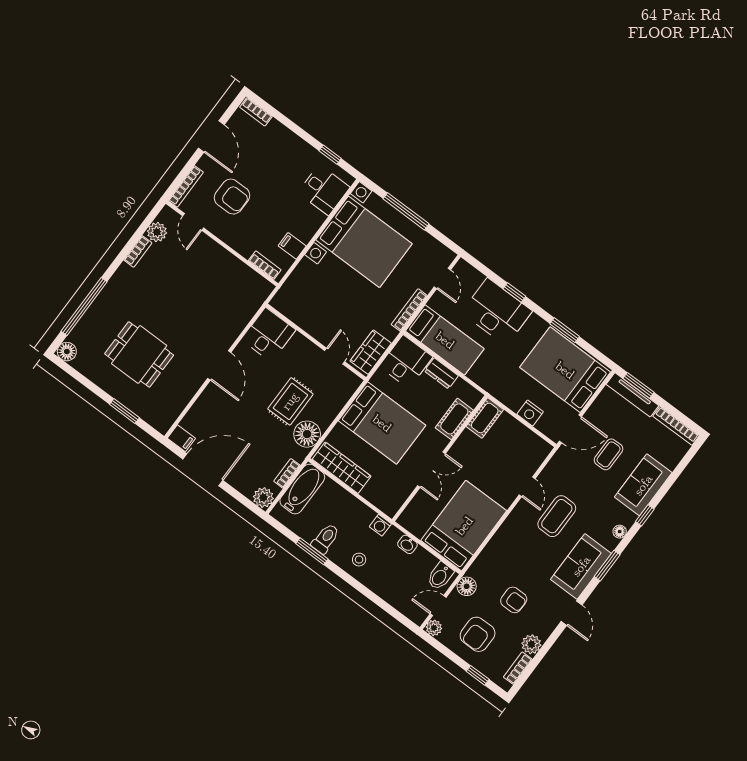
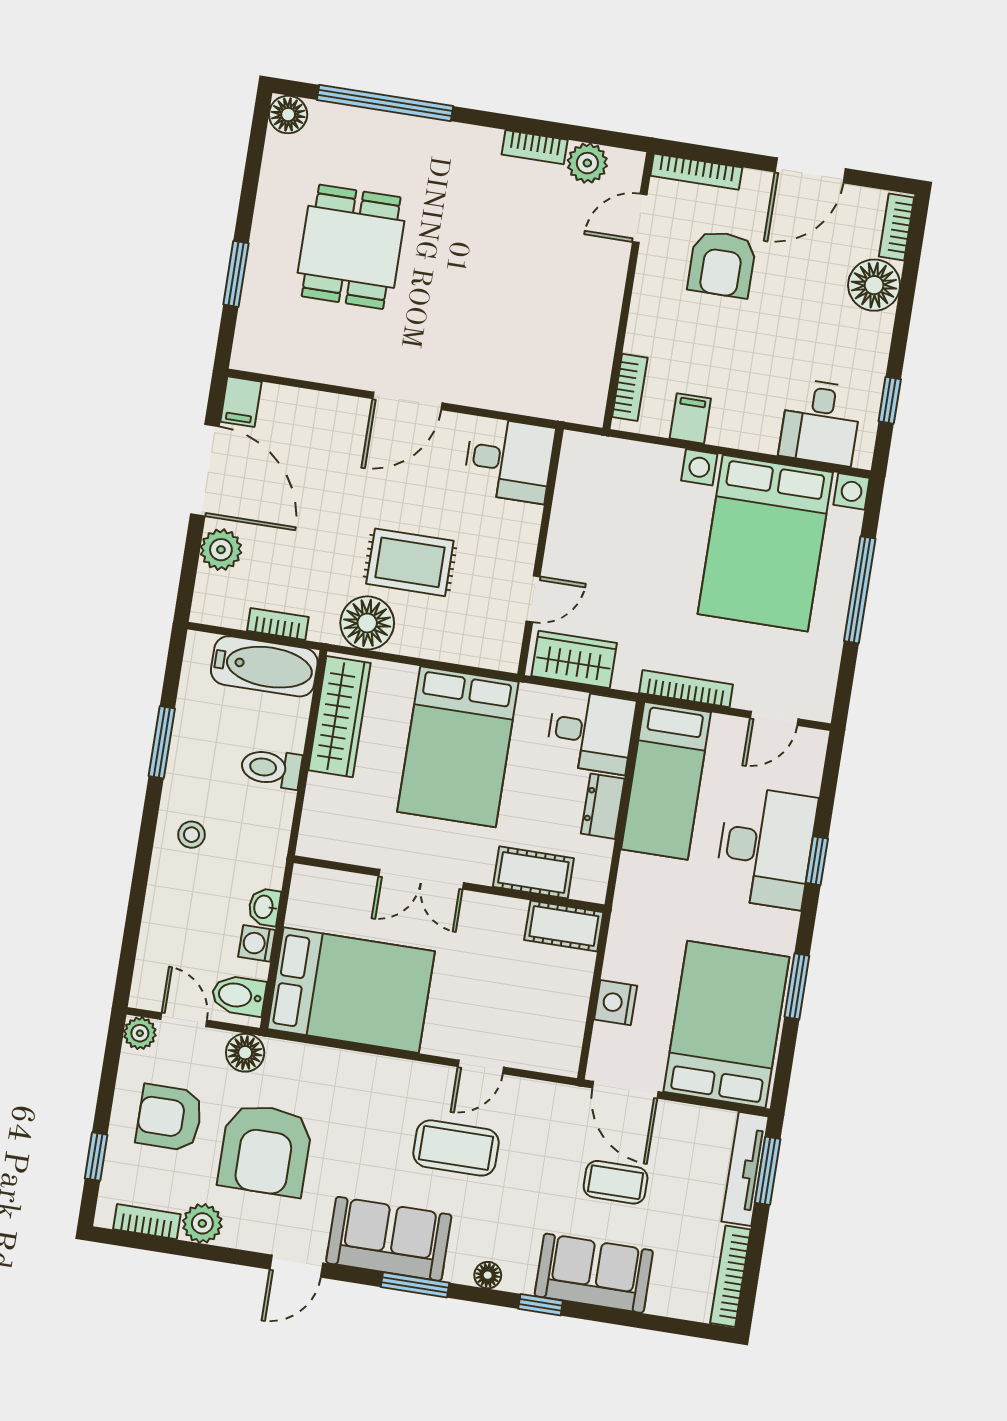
floor lamp: (276, 135) -> (874, 285), added
plant: (263, 497) -> (221, 550), moved
washing machine: (380, 525) -> (257, 943), moved
toilet: (325, 539) -> (271, 768), moved, turned 180
armchair: (514, 600) -> (265, 1150), width x1.88, depth x1.88

